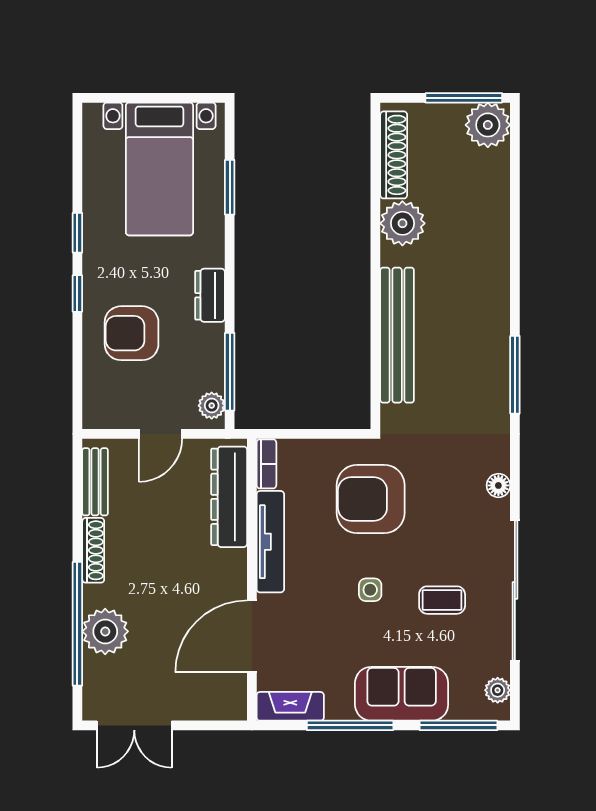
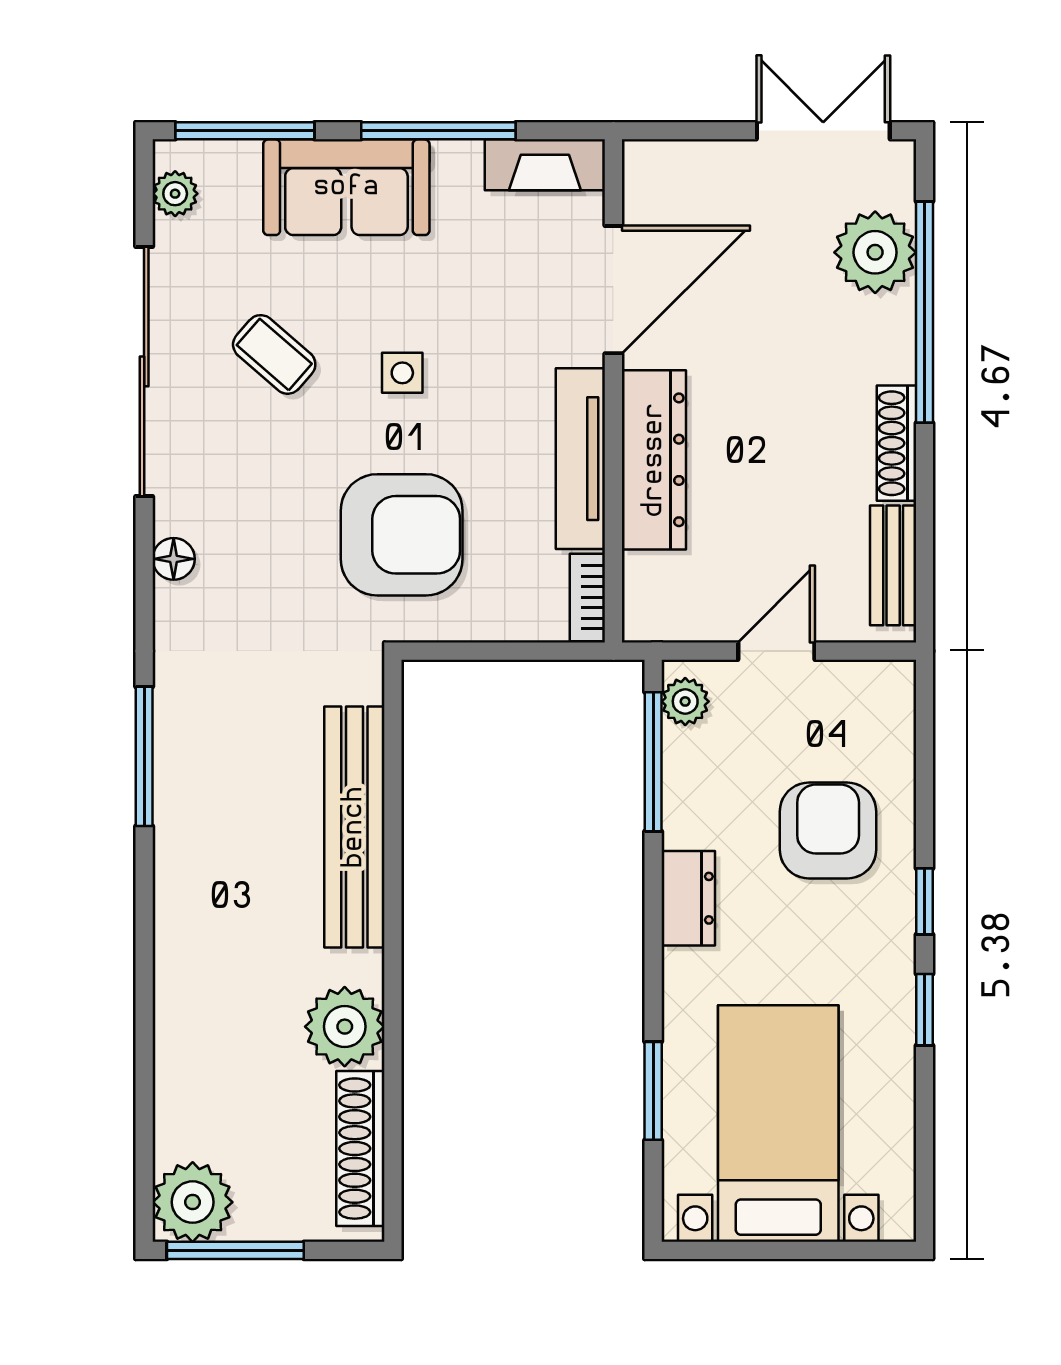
armchair: (132, 333) -> (828, 831), turned -90
dresser: (229, 497) -> (654, 460), moved
coffee table: (442, 600) -> (274, 354), turned 41
plant: (105, 631) -> (875, 252), moved

